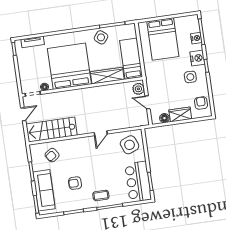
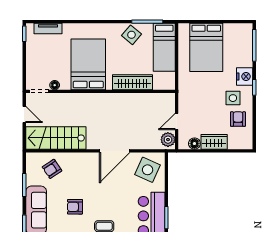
nightstand: (196, 38) -> (247, 52), removed
bed: (131, 59) -> (164, 47), moved, turned 180
bed: (69, 66) -> (88, 64), width x0.73
plant: (138, 89) -> (168, 140), moved
door: (148, 102) -> (177, 122), hinge flipped
armchair: (201, 103) -> (238, 119), moved
door: (23, 114) -> (24, 114), hinge flipped
door: (101, 133) -> (115, 151), width x1.88
side table: (130, 145) -> (148, 170), turned 45

